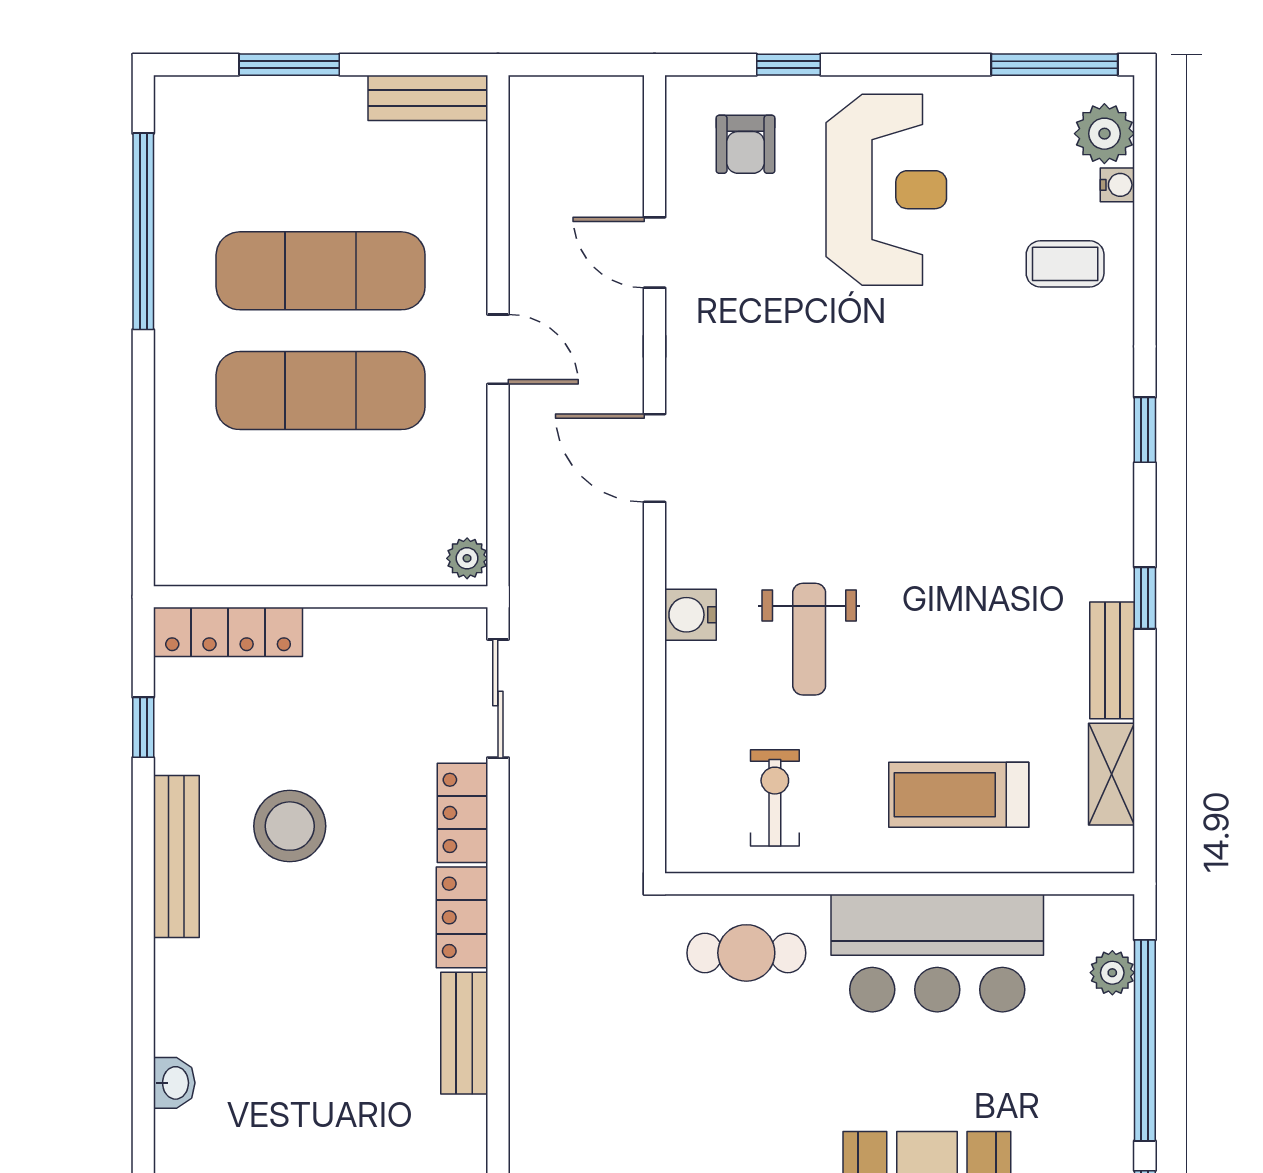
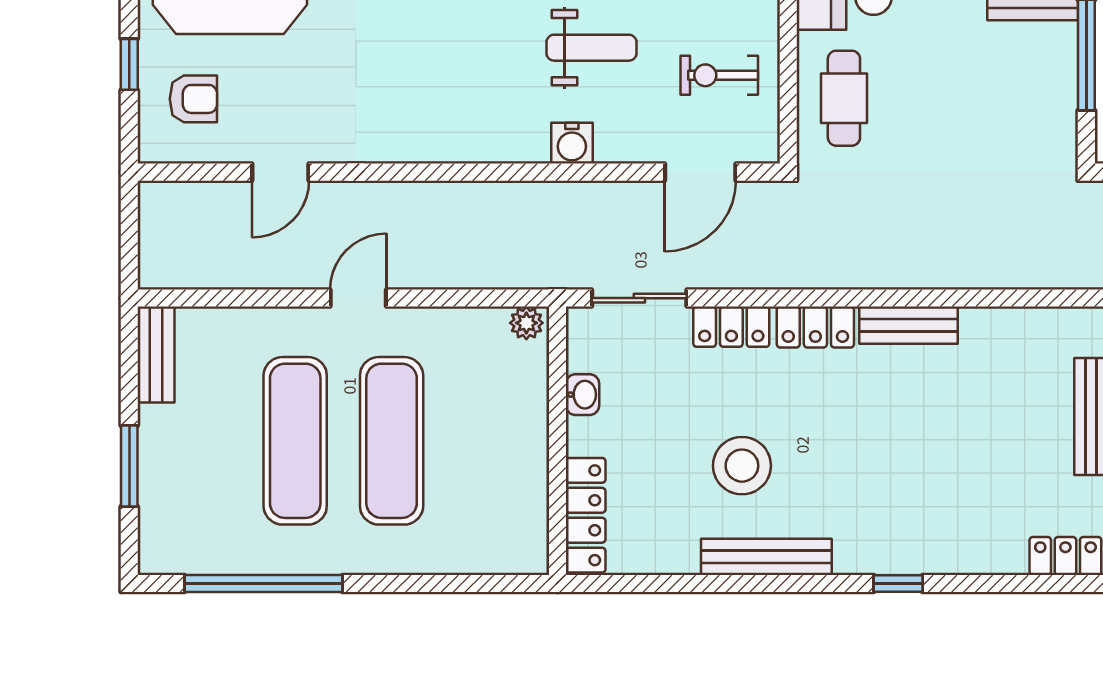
door: (654, 458) -> (700, 172), moved
window: (143, 727) -> (898, 584), moved
washbasin: (174, 1083) -> (582, 395), moved, turned 90

